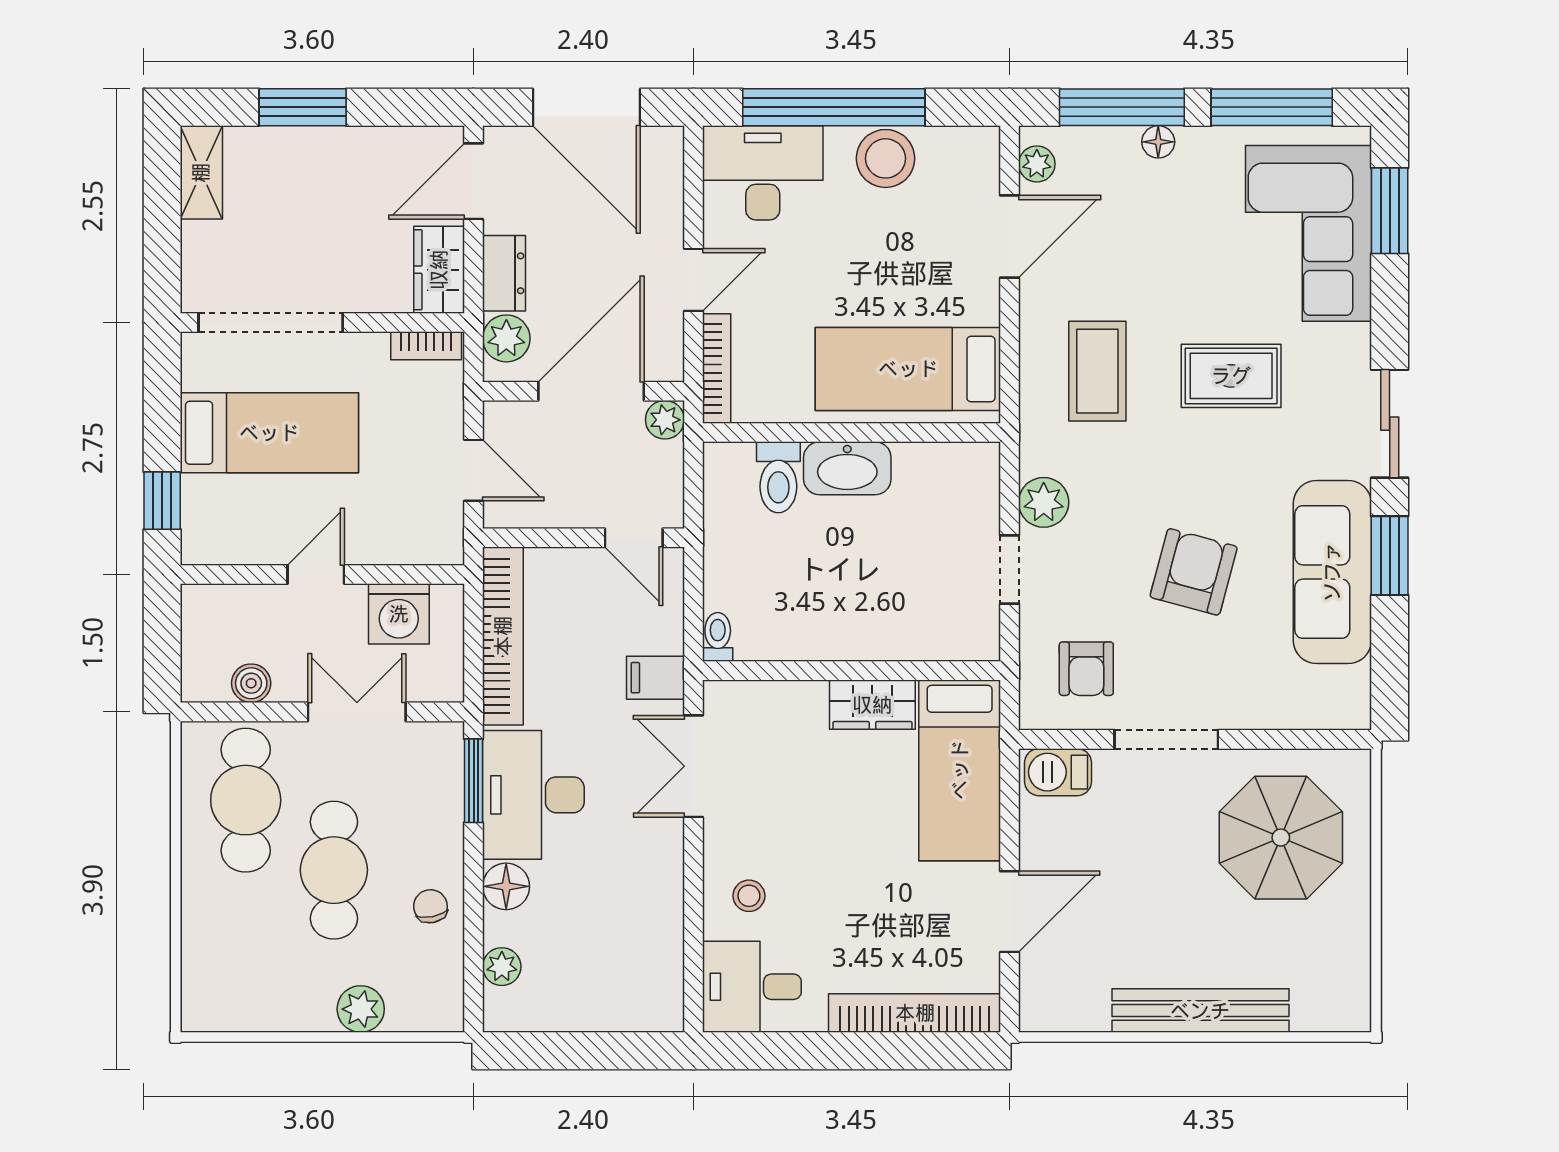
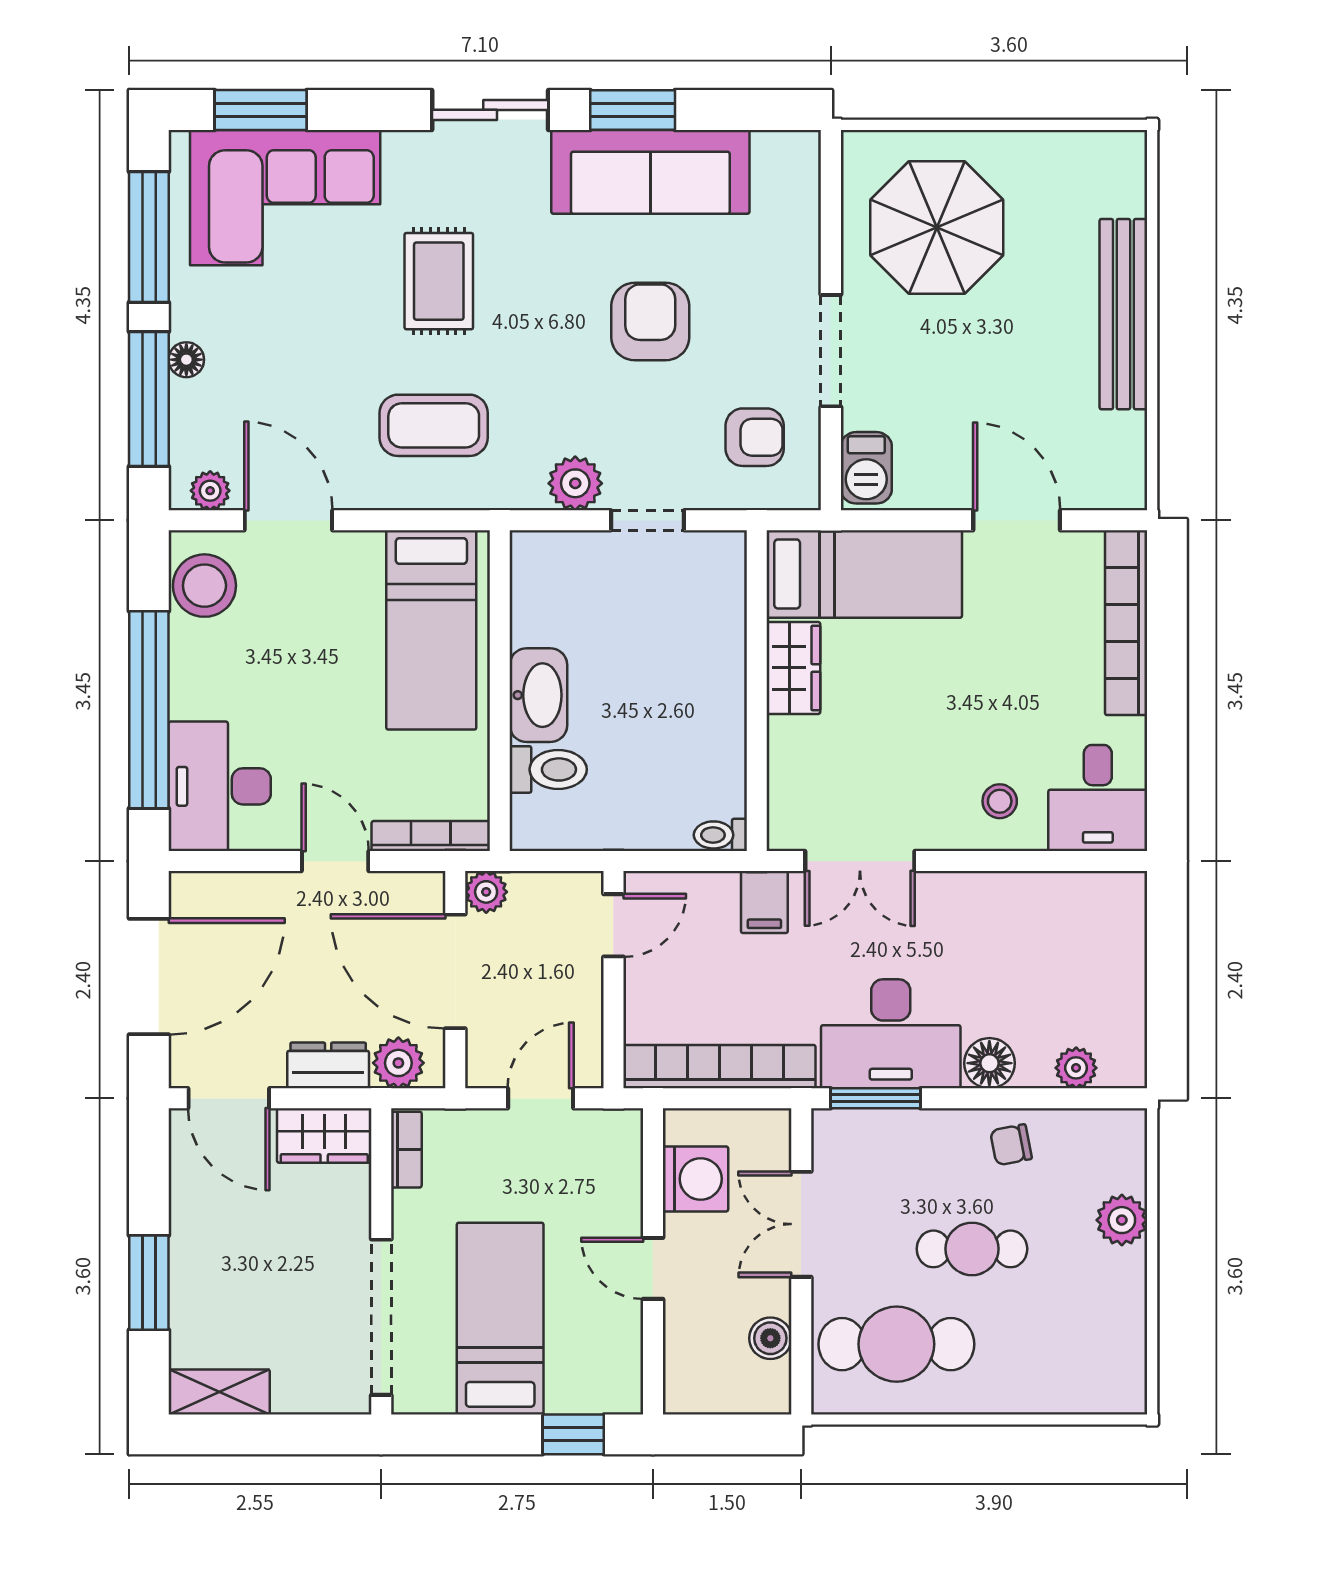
stool: (886, 158) -> (204, 586), moved
armchair: (1194, 572) -> (650, 322), turned 75
cafe table: (334, 870) -> (972, 1249), width x0.73, depth x0.74

